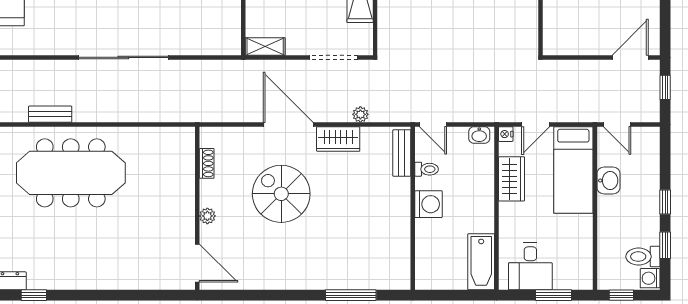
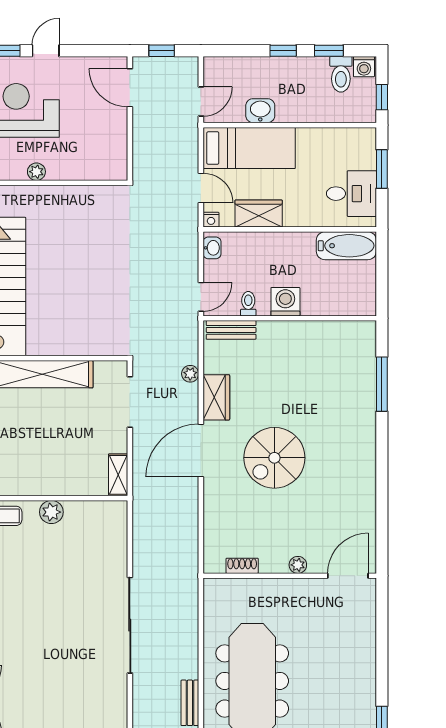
shoe rack: (207, 163) -> (242, 566), moved
wall: (197, 208) -> (290, 576), moved
plant: (207, 216) -> (298, 565), moved
door: (197, 263) -> (348, 576), moved

